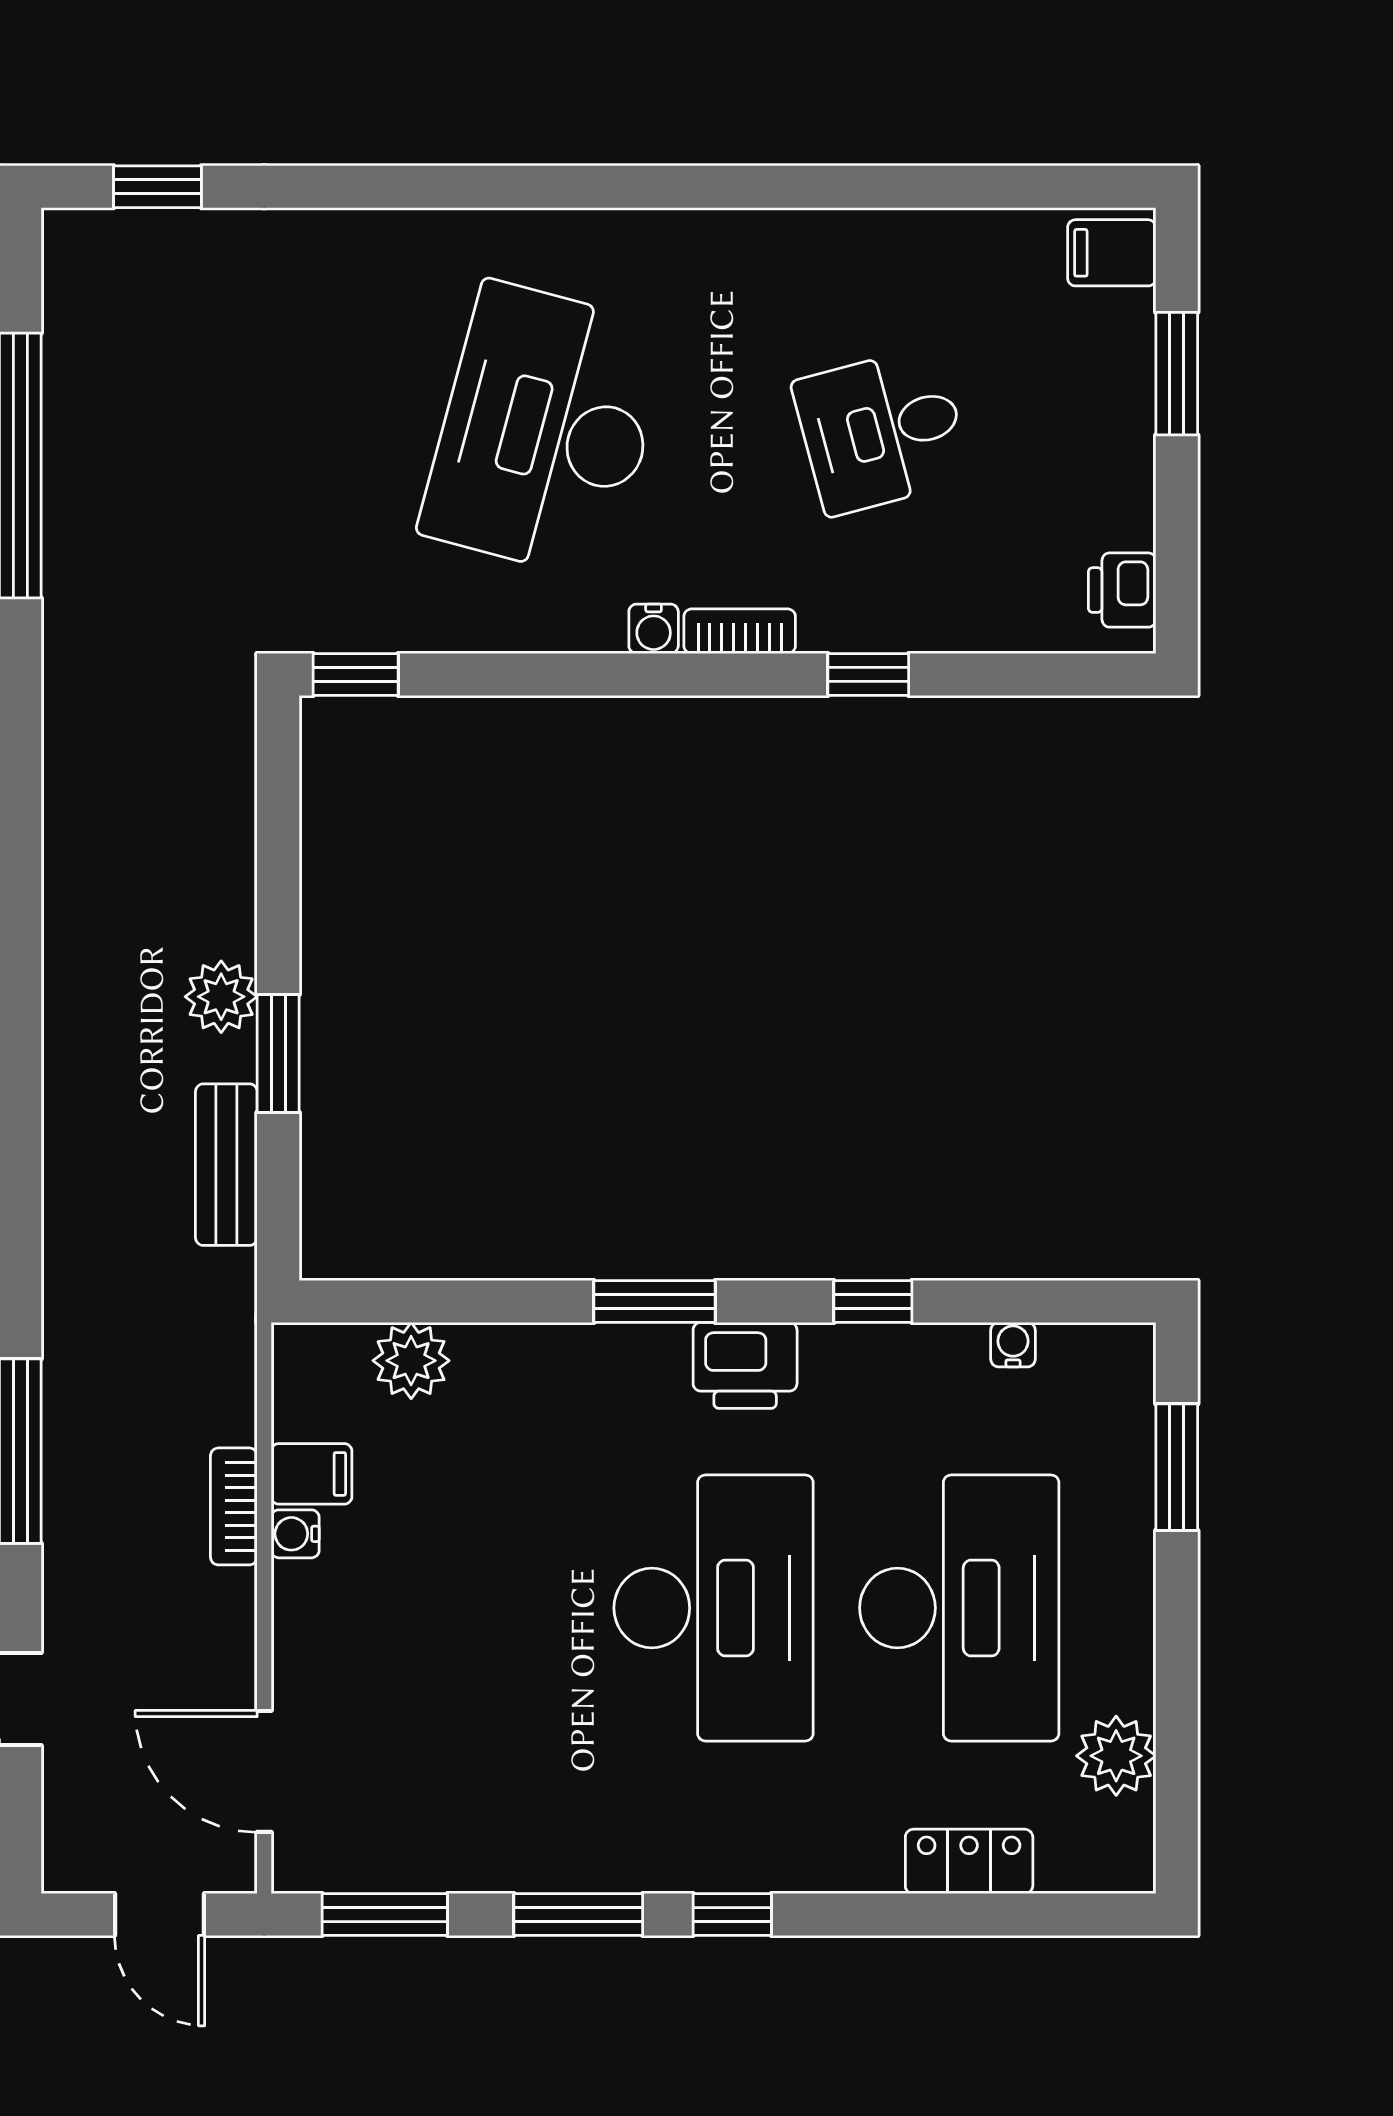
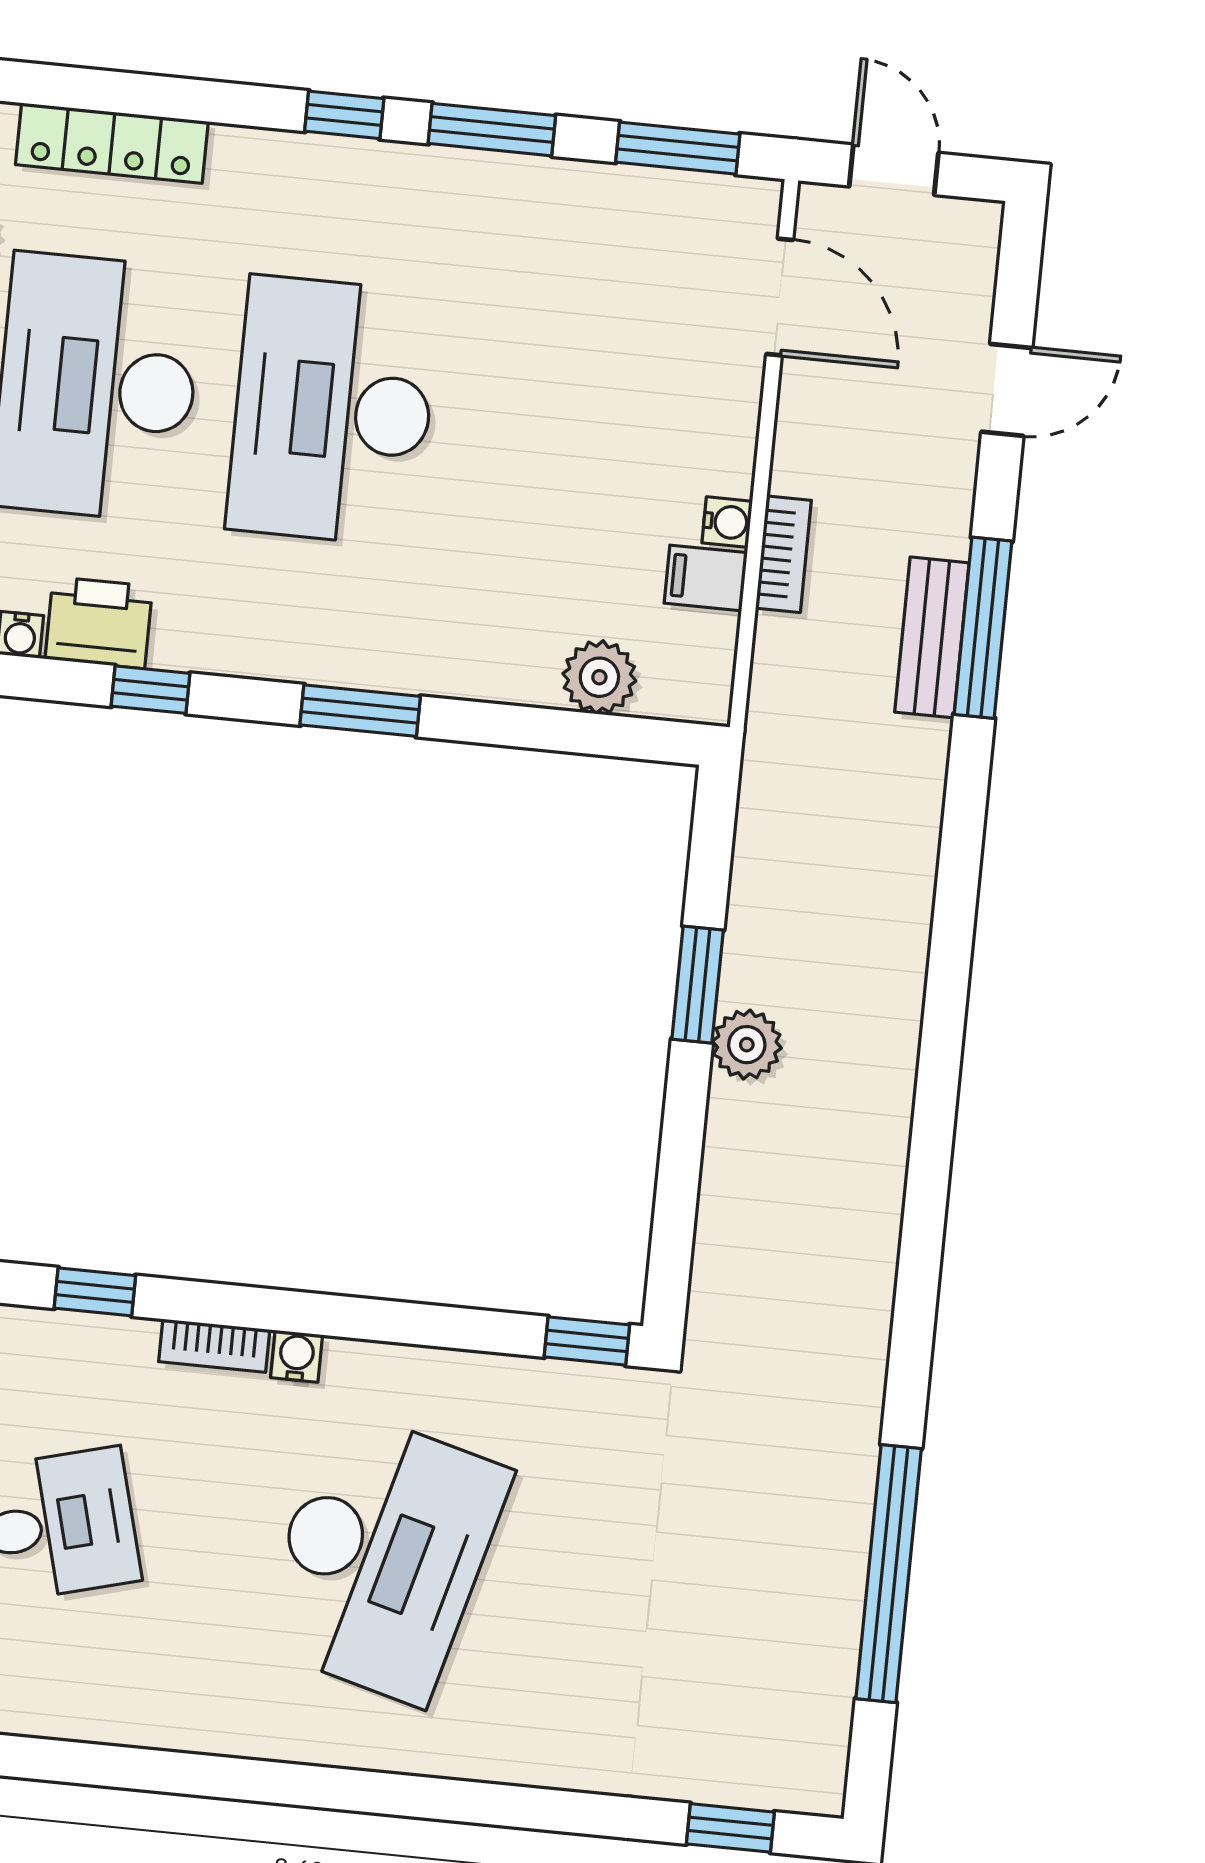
bench: (226, 1165) -> (932, 637), moved
printer: (745, 1365) -> (99, 623), moved
locker: (969, 1861) -> (112, 143), width x1.53

